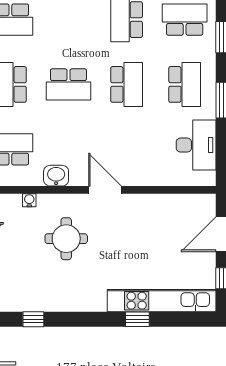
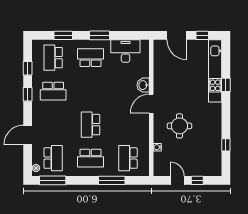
school desk: (68, 84) -> (91, 125), turned 180
school desk: (127, 84) -> (91, 91), removed
washbasin: (56, 176) -> (143, 85), moved

